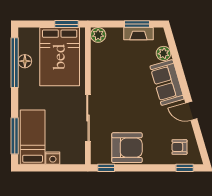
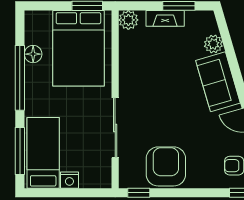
fireplace: (138, 34) -> (165, 18), moved
window: (15, 63) -> (20, 78), moved
armchair: (127, 148) -> (166, 166), turned -90

